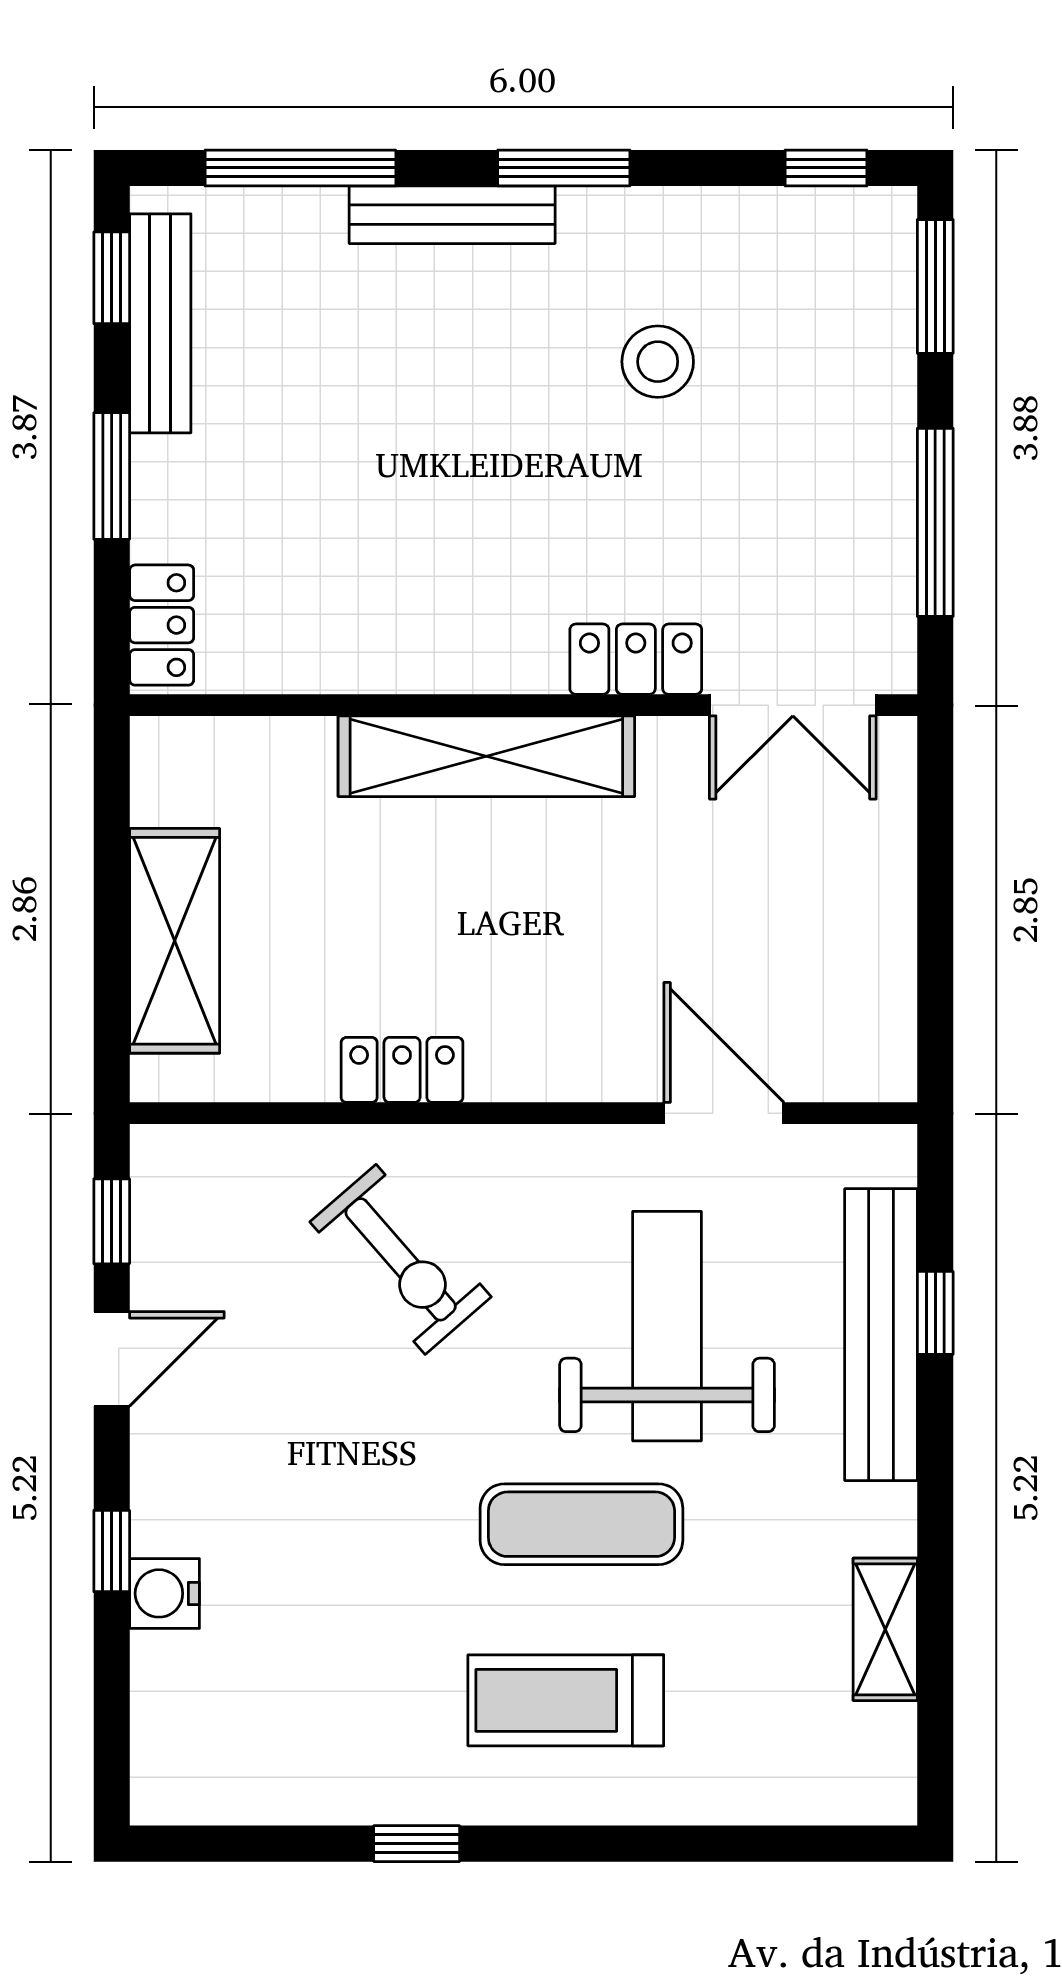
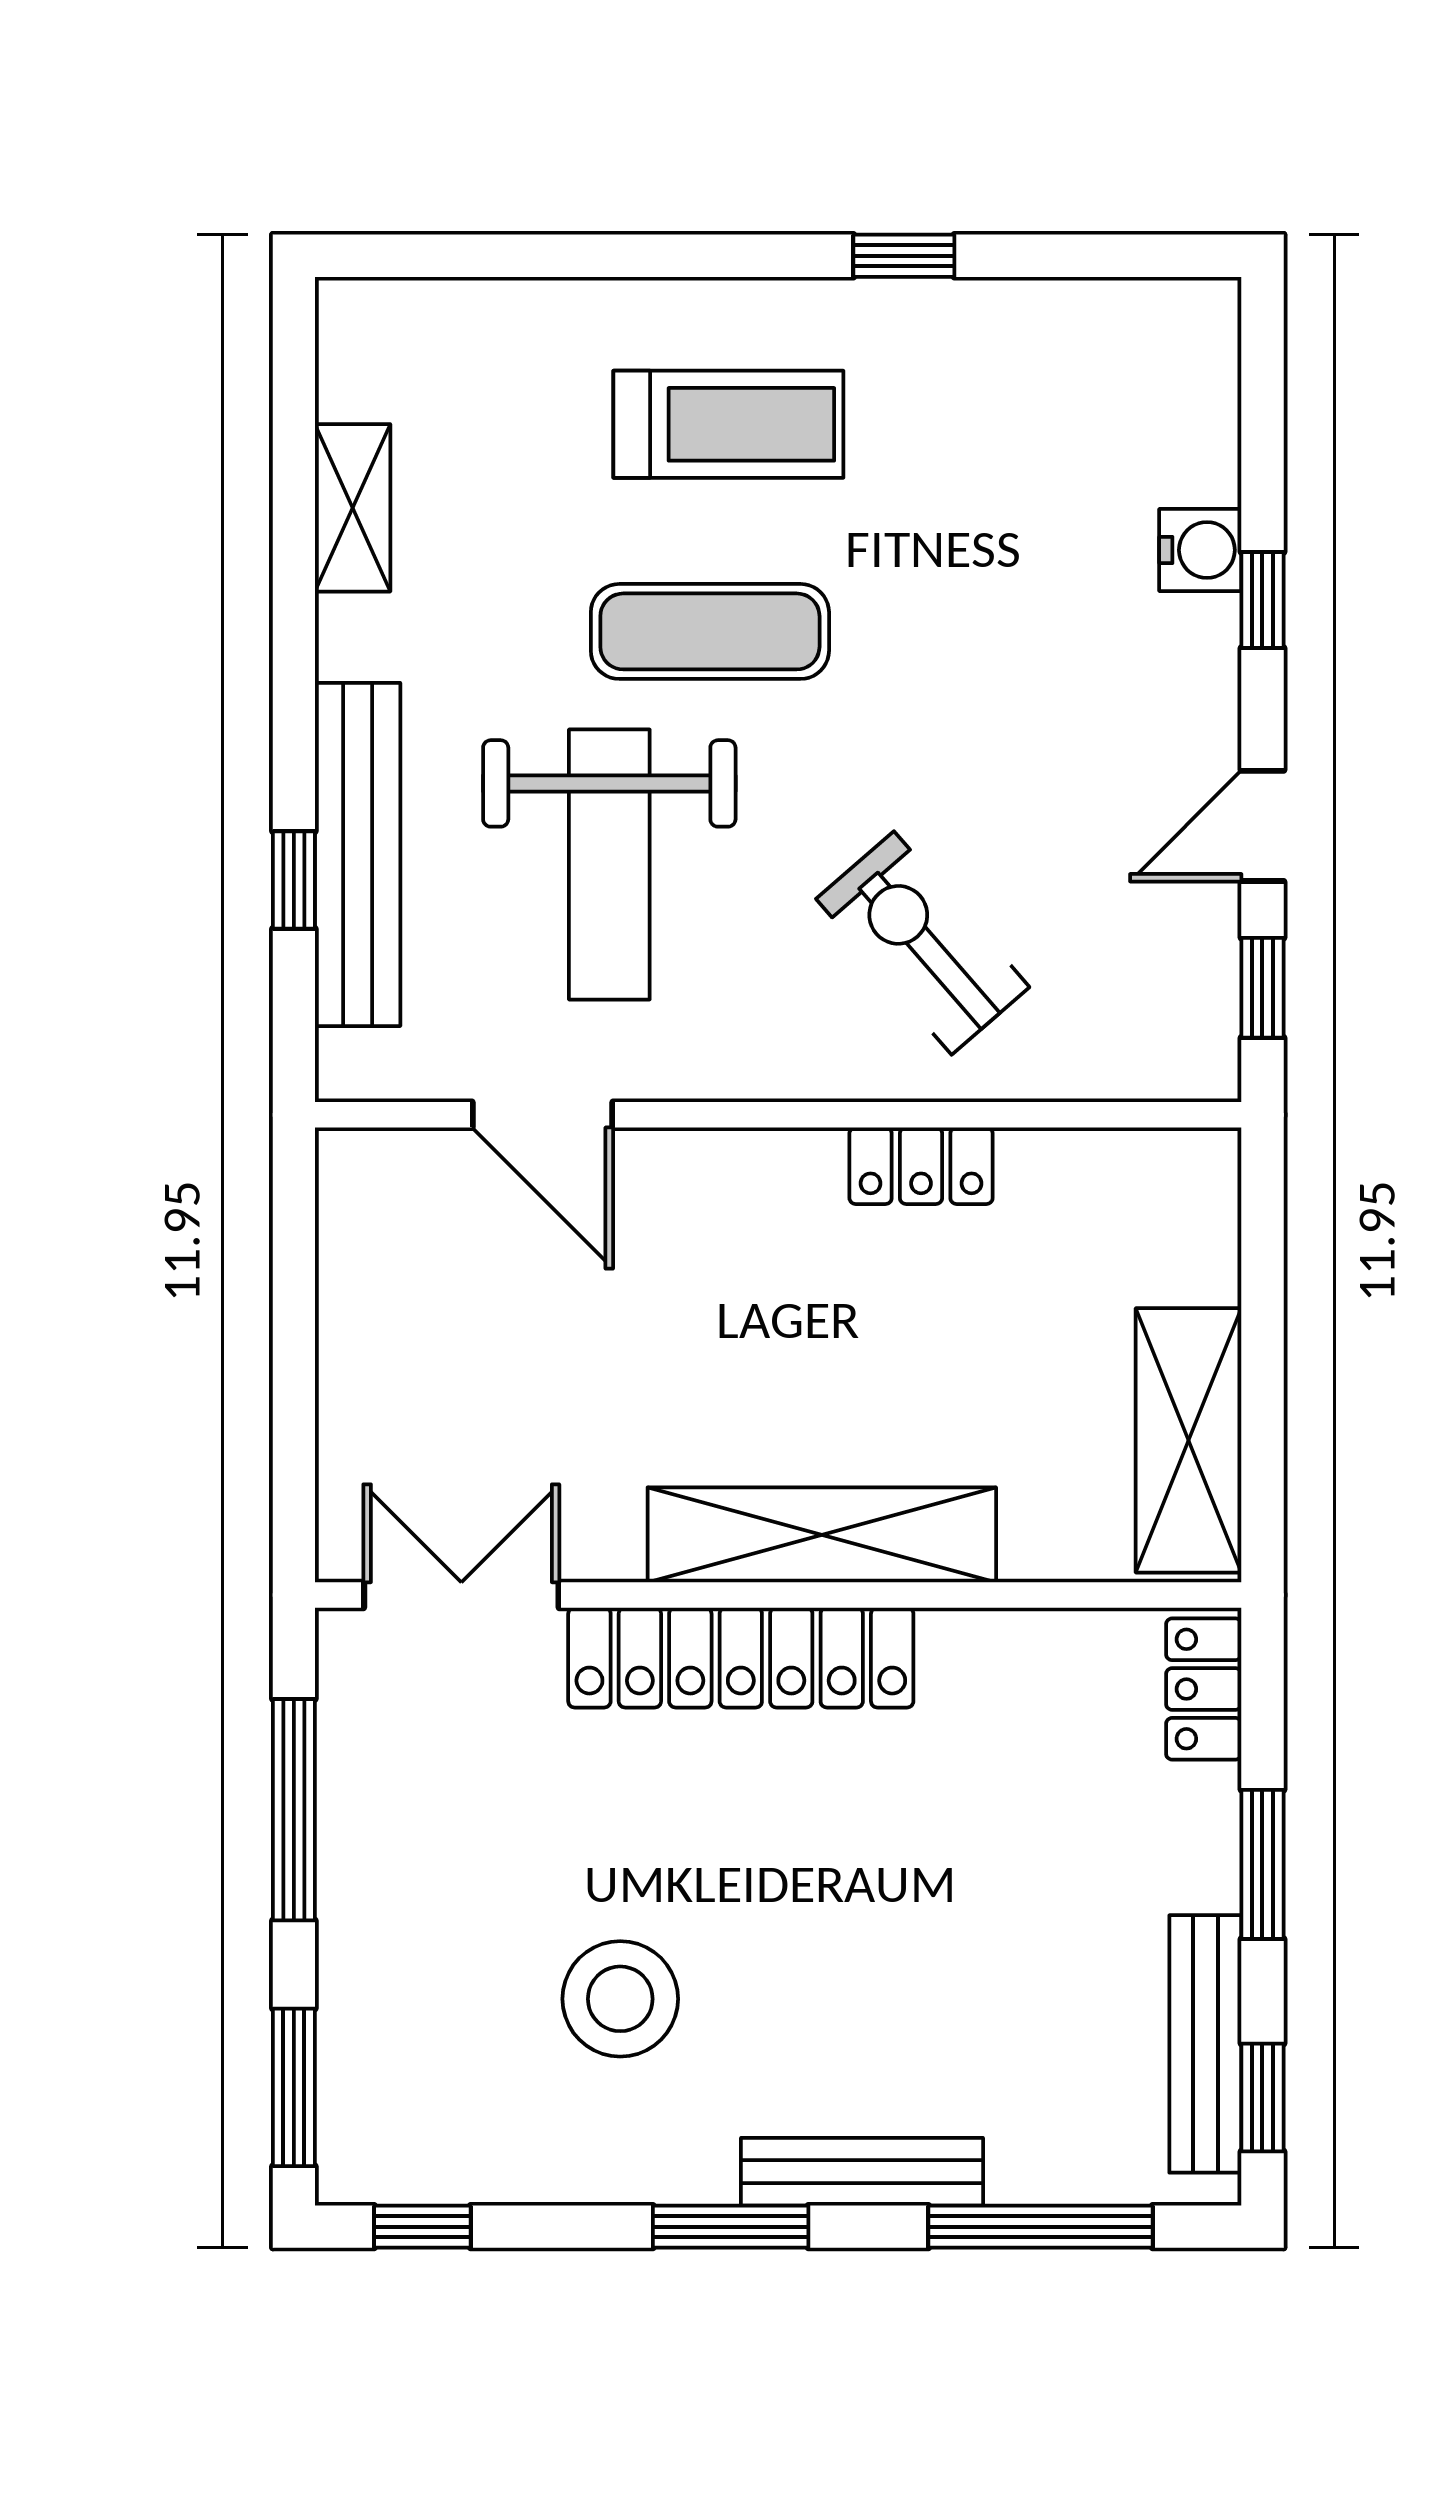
stool: (658, 362) -> (620, 1999), width x1.38, depth x1.38
locker: (636, 659) -> (741, 1658), width x2.16, depth x1.21
shelving: (175, 941) -> (1189, 1440), moved

